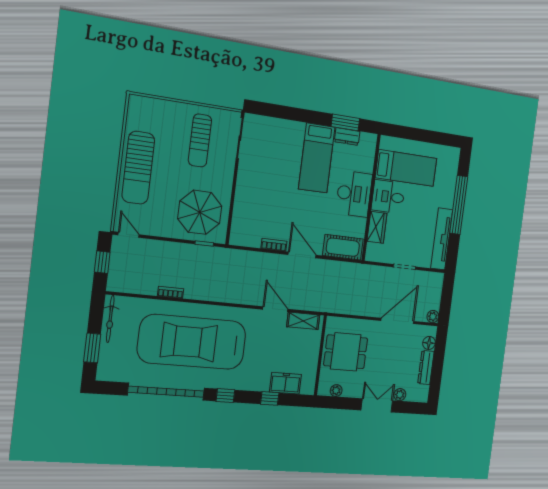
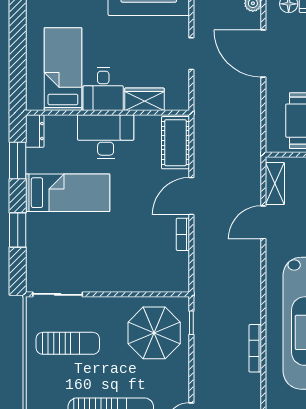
window: (294, 114) -> (18, 230), added
dresser: (347, 137) -> (35, 131), moved
bookcase: (171, 292) -> (255, 348), width x1.56

